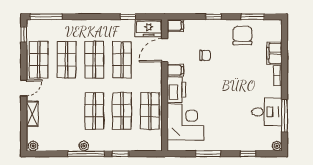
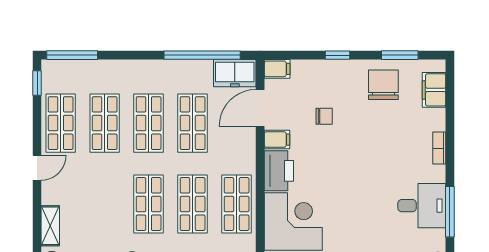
window: (128, 17) -> (202, 55), width x3.17
filing cabinet: (274, 53) -> (434, 90), moved
shelving: (32, 114) -> (50, 226), moved

